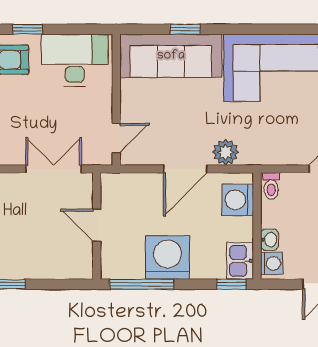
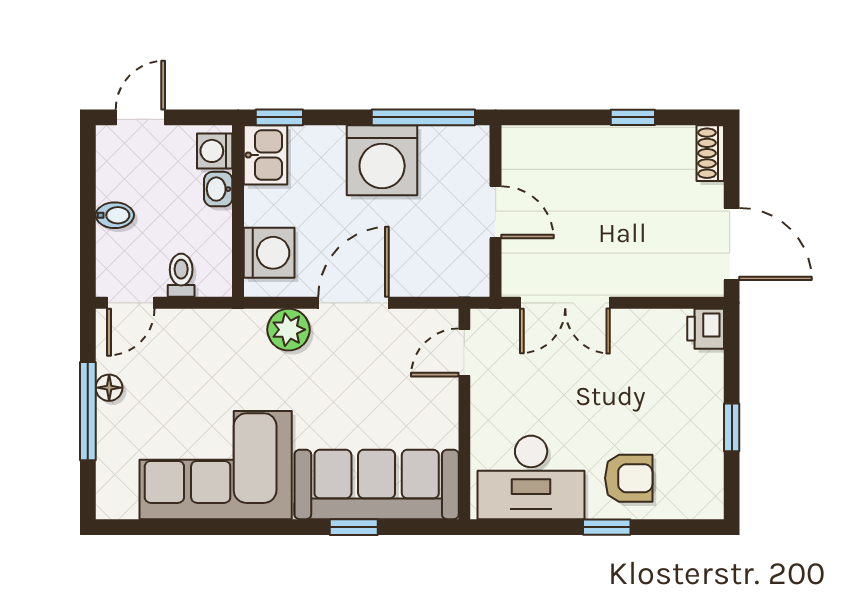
toilet: (271, 186) -> (181, 275), moved

